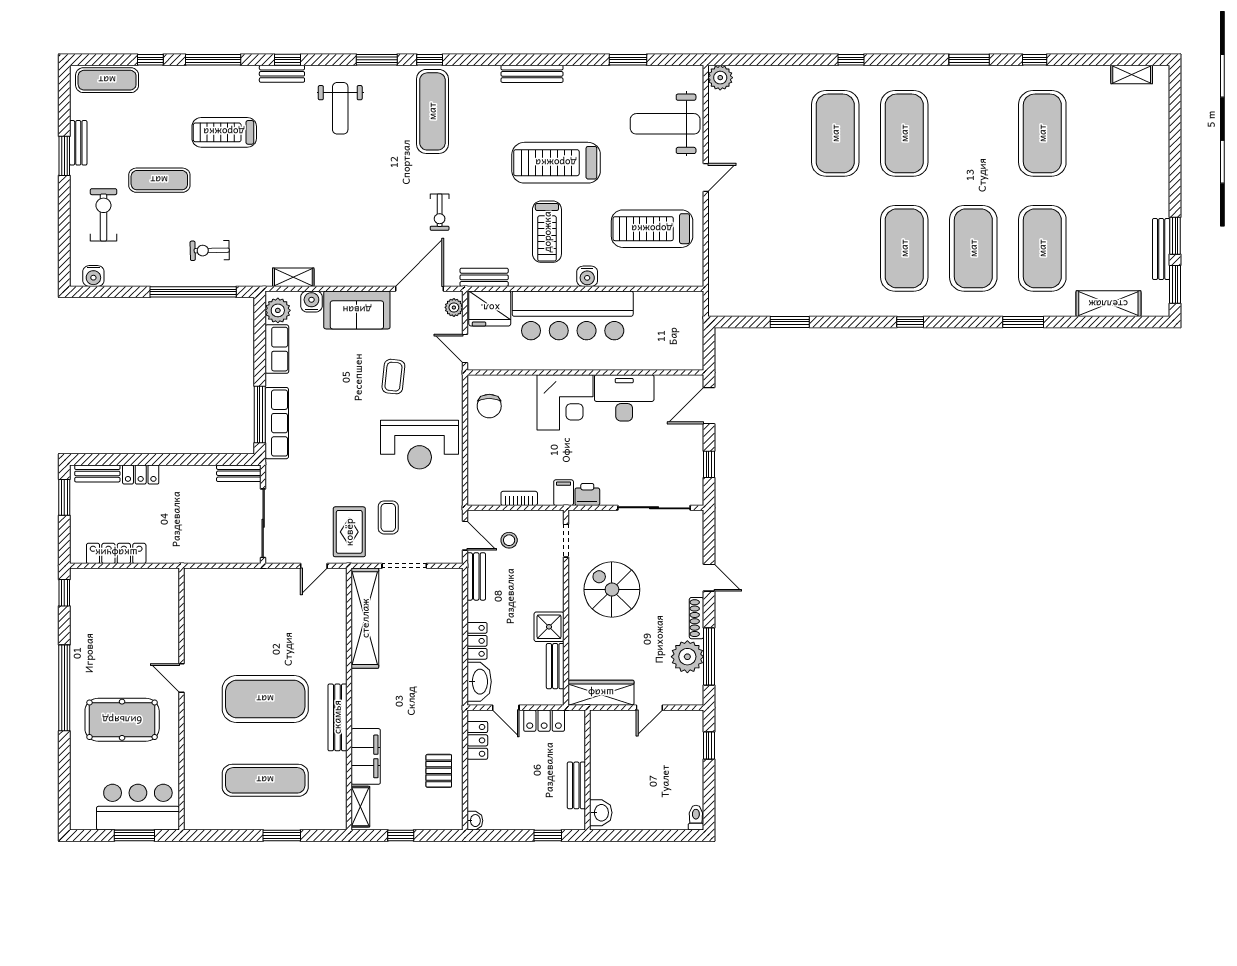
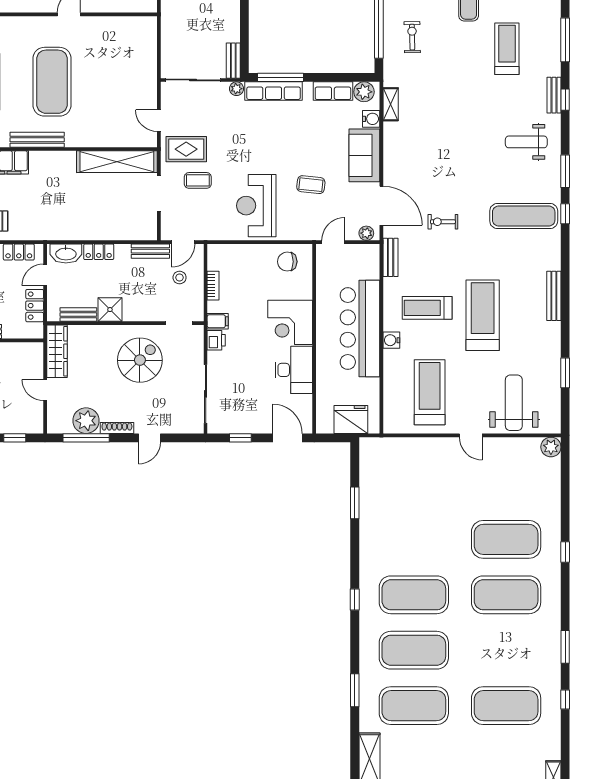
fridge: (490, 308) -> (351, 419), moved, turned 90
plant: (274, 469) -> (237, 89), added

